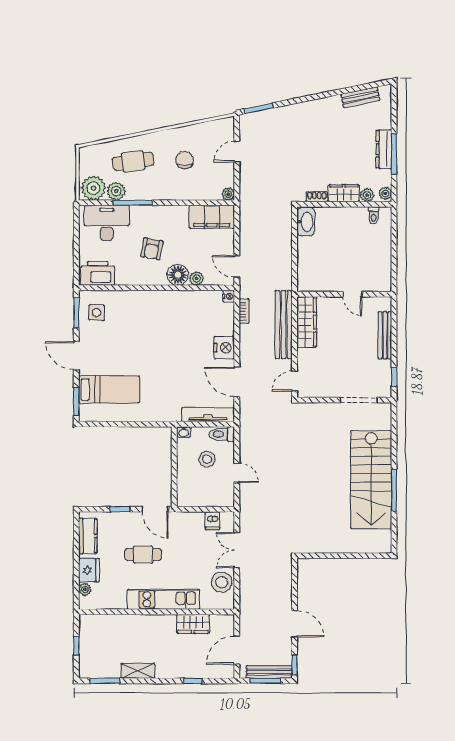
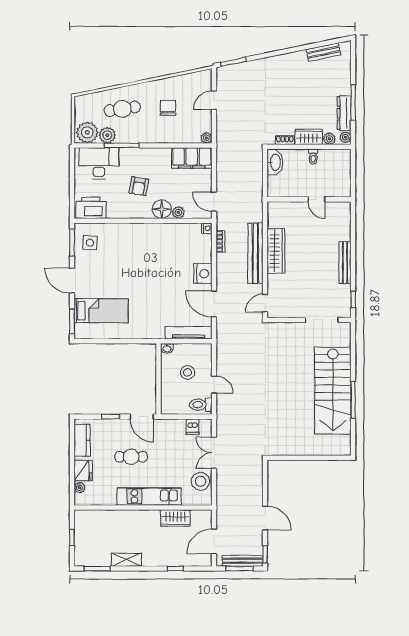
dresser: (384, 149) -> (344, 113), moved
toilet: (374, 215) -> (313, 157), moved
wall: (344, 294) -> (309, 199), moved
door: (352, 294) -> (316, 199), moved
toilet: (222, 434) -> (201, 405), moved

